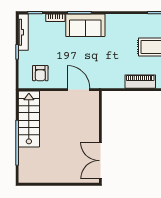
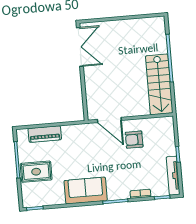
sofa: (85, 25) -> (86, 191), moved
armchair: (40, 73) -> (134, 140), moved, turned -90

